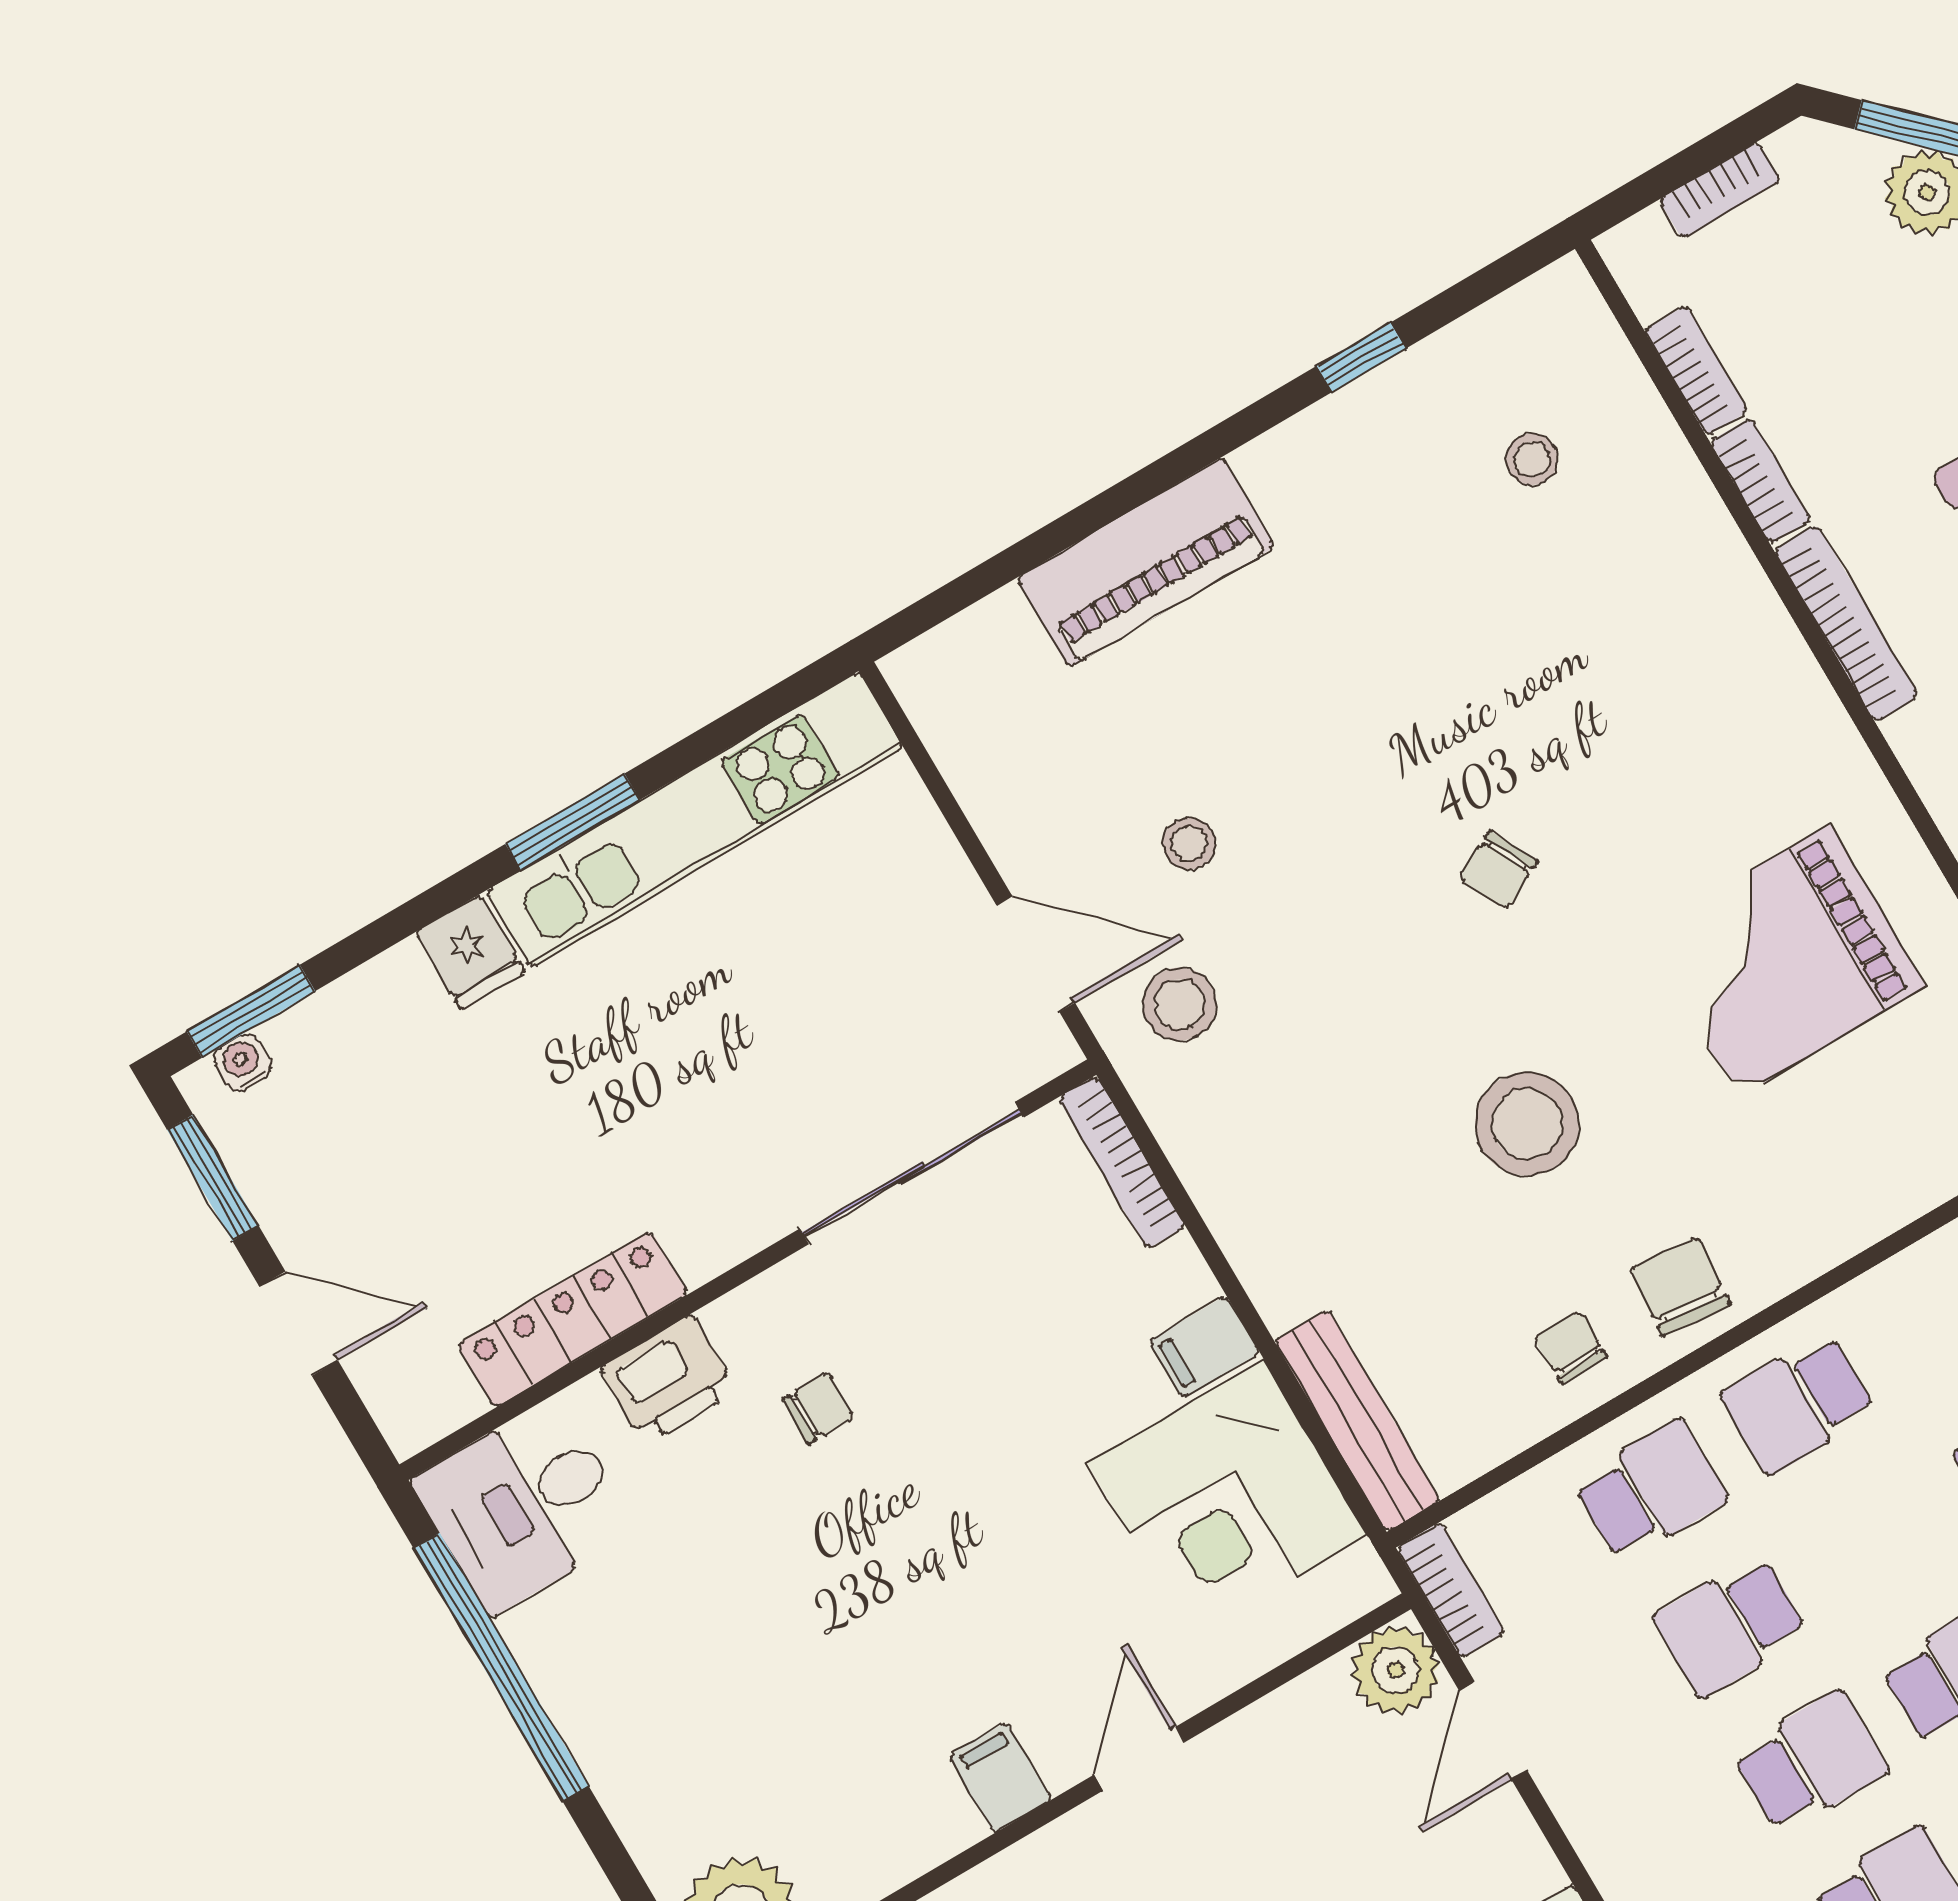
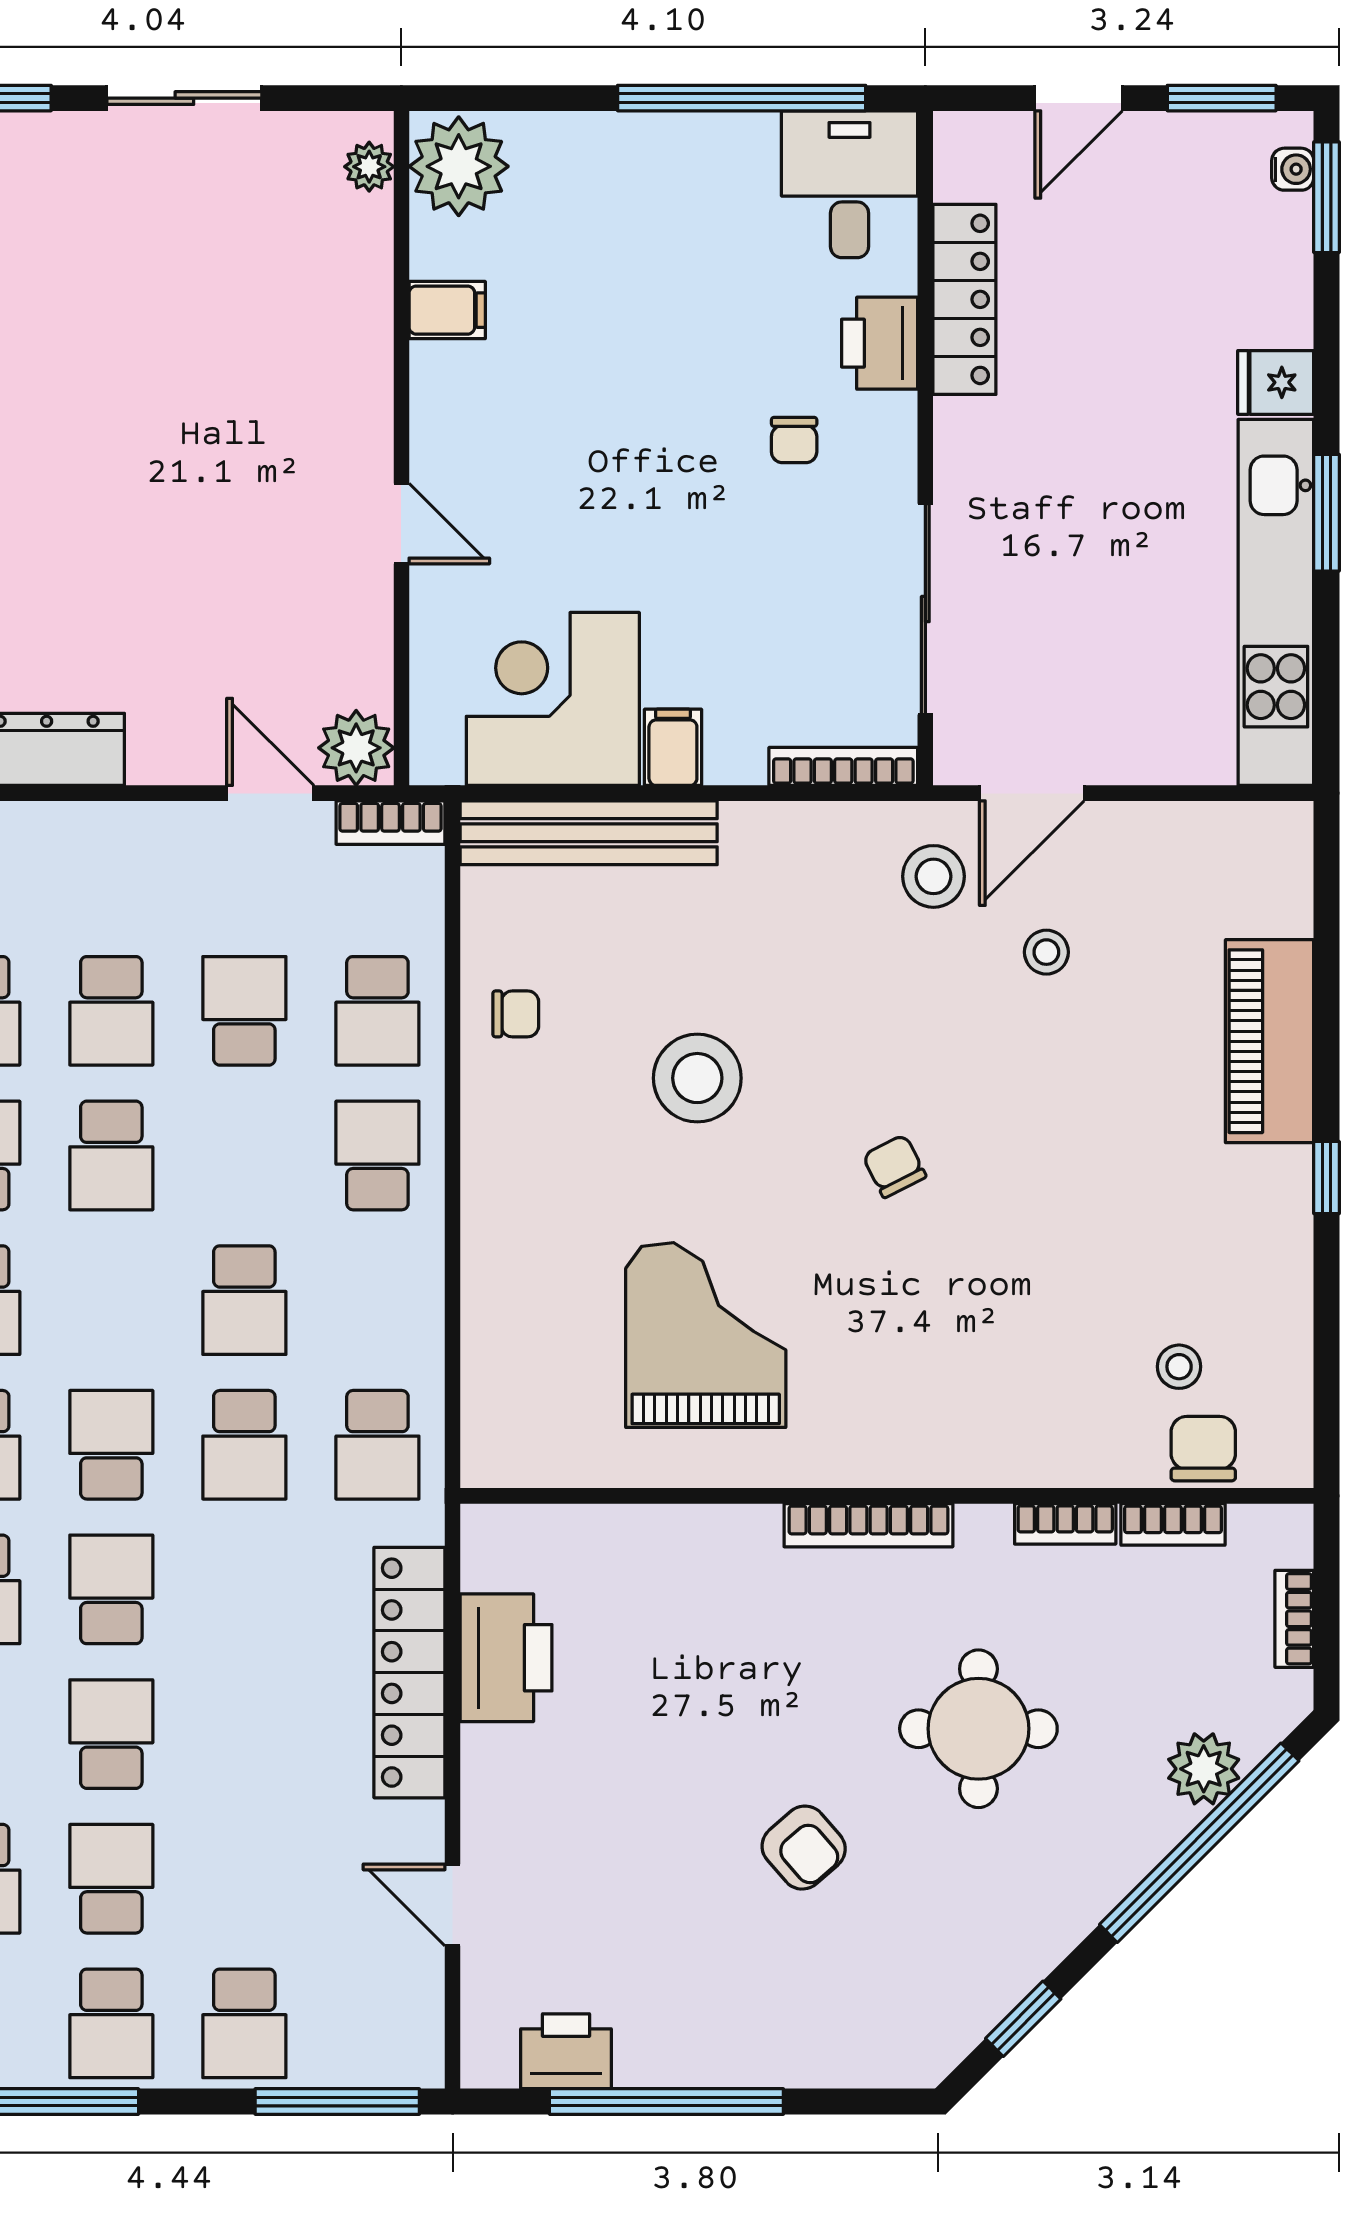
window: (1361, 357) -> (1327, 1178), moved
bookcase: (1846, 623) -> (868, 1525), moved
chair: (1680, 1287) -> (1203, 1449), moved, turned -95
bench: (1357, 1420) -> (589, 833), width x1.37, depth x1.21
filing cabinet: (1000, 1778) -> (447, 310), moved

